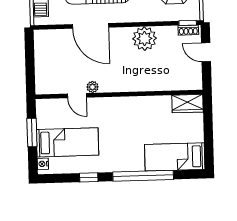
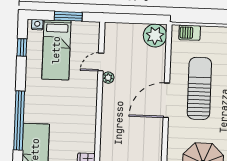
door: (90, 26) -> (166, 100), moved
plant: (145, 39) -> (155, 36), moved
window: (89, 177) -> (22, 47), moved

